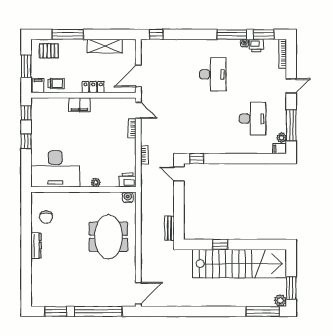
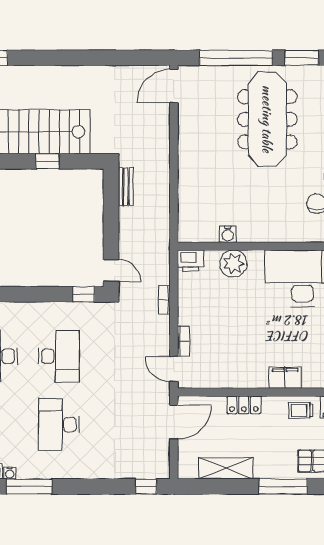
filing cabinet: (79, 105) -> (285, 378), moved
desk: (213, 119) -> (59, 356), added
plant: (96, 183) -> (233, 264), width x1.88, depth x1.88
water cooler: (128, 197) -> (228, 234), moved
meeting table: (108, 237) -> (267, 119), moved, width x1.36

